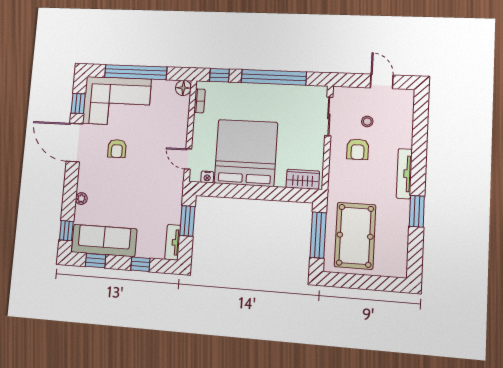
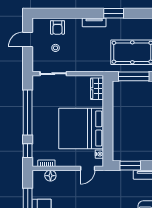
floor lamp: (183, 88) -> (50, 176), moved
armchair: (358, 149) -> (57, 27), moved, turned 90
tv unit: (404, 174) -> (94, 22), width x0.71

